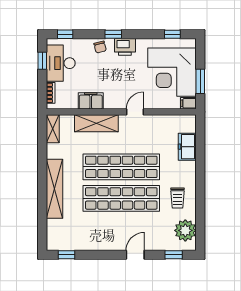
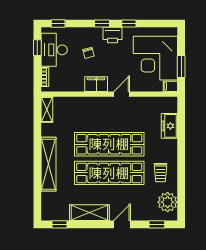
window: (172, 34) -> (129, 23), moved
chair: (100, 47) -> (88, 53), moved
filing cabinet: (91, 101) -> (96, 84), moved
shelving: (96, 123) -> (89, 213), moved

